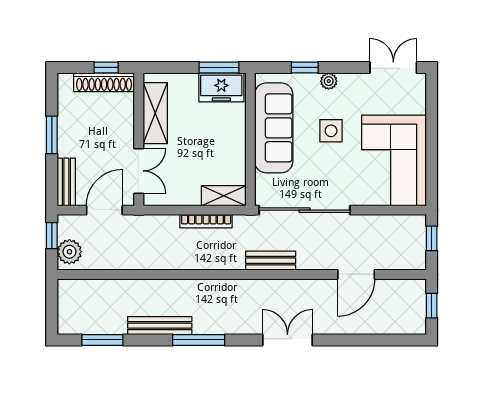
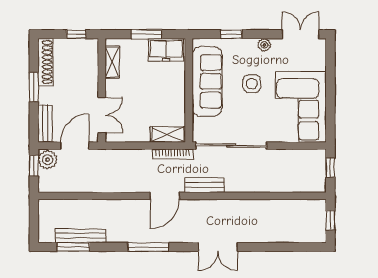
window: (219, 67) -> (147, 34), moved
plant: (329, 81) -> (264, 45), moved
shoe rack: (104, 82) -> (45, 62), moved, turned -90
shelving: (155, 113) -> (112, 62), width x0.67, depth x0.75
bookcase: (206, 221) -> (173, 154), moved
plant: (69, 252) -> (48, 160), moved
door: (356, 274) -> (165, 196), moved
bench: (160, 326) -> (81, 236), moved
double door: (287, 340) -> (218, 247), swing flipped

